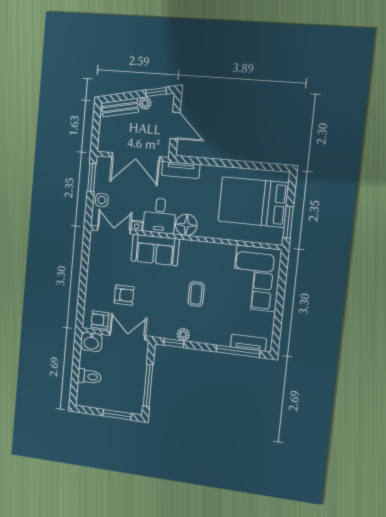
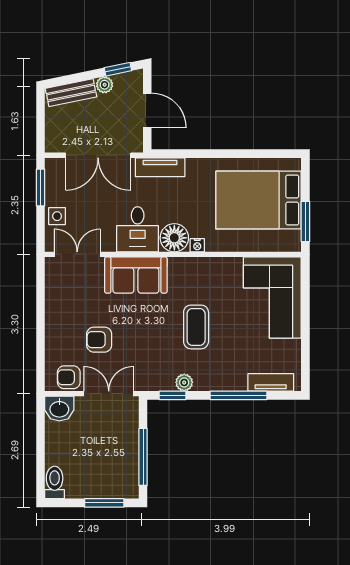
nightstand: (137, 225) -> (197, 245), moved
coffee table: (196, 294) -> (196, 327), width x1.36, depth x1.30
armchair: (124, 295) -> (99, 340), turned 180
window: (238, 351) -> (238, 395), moved
toilet: (89, 377) -> (55, 482), moved, turned -90

